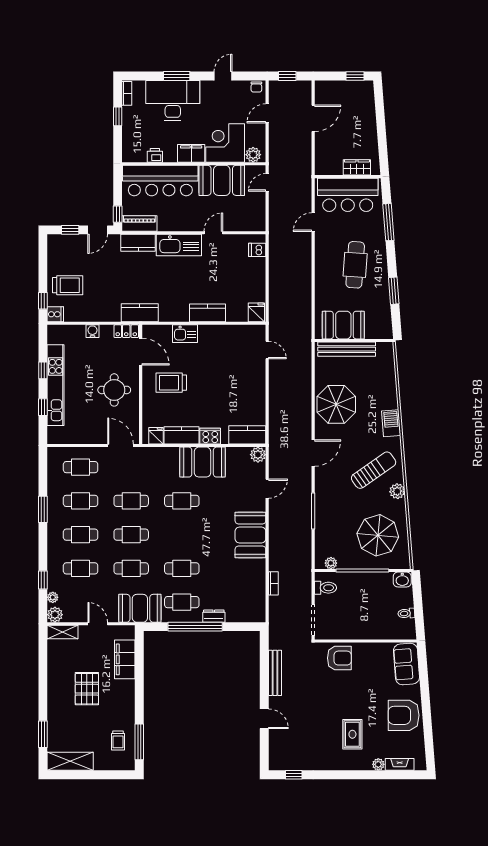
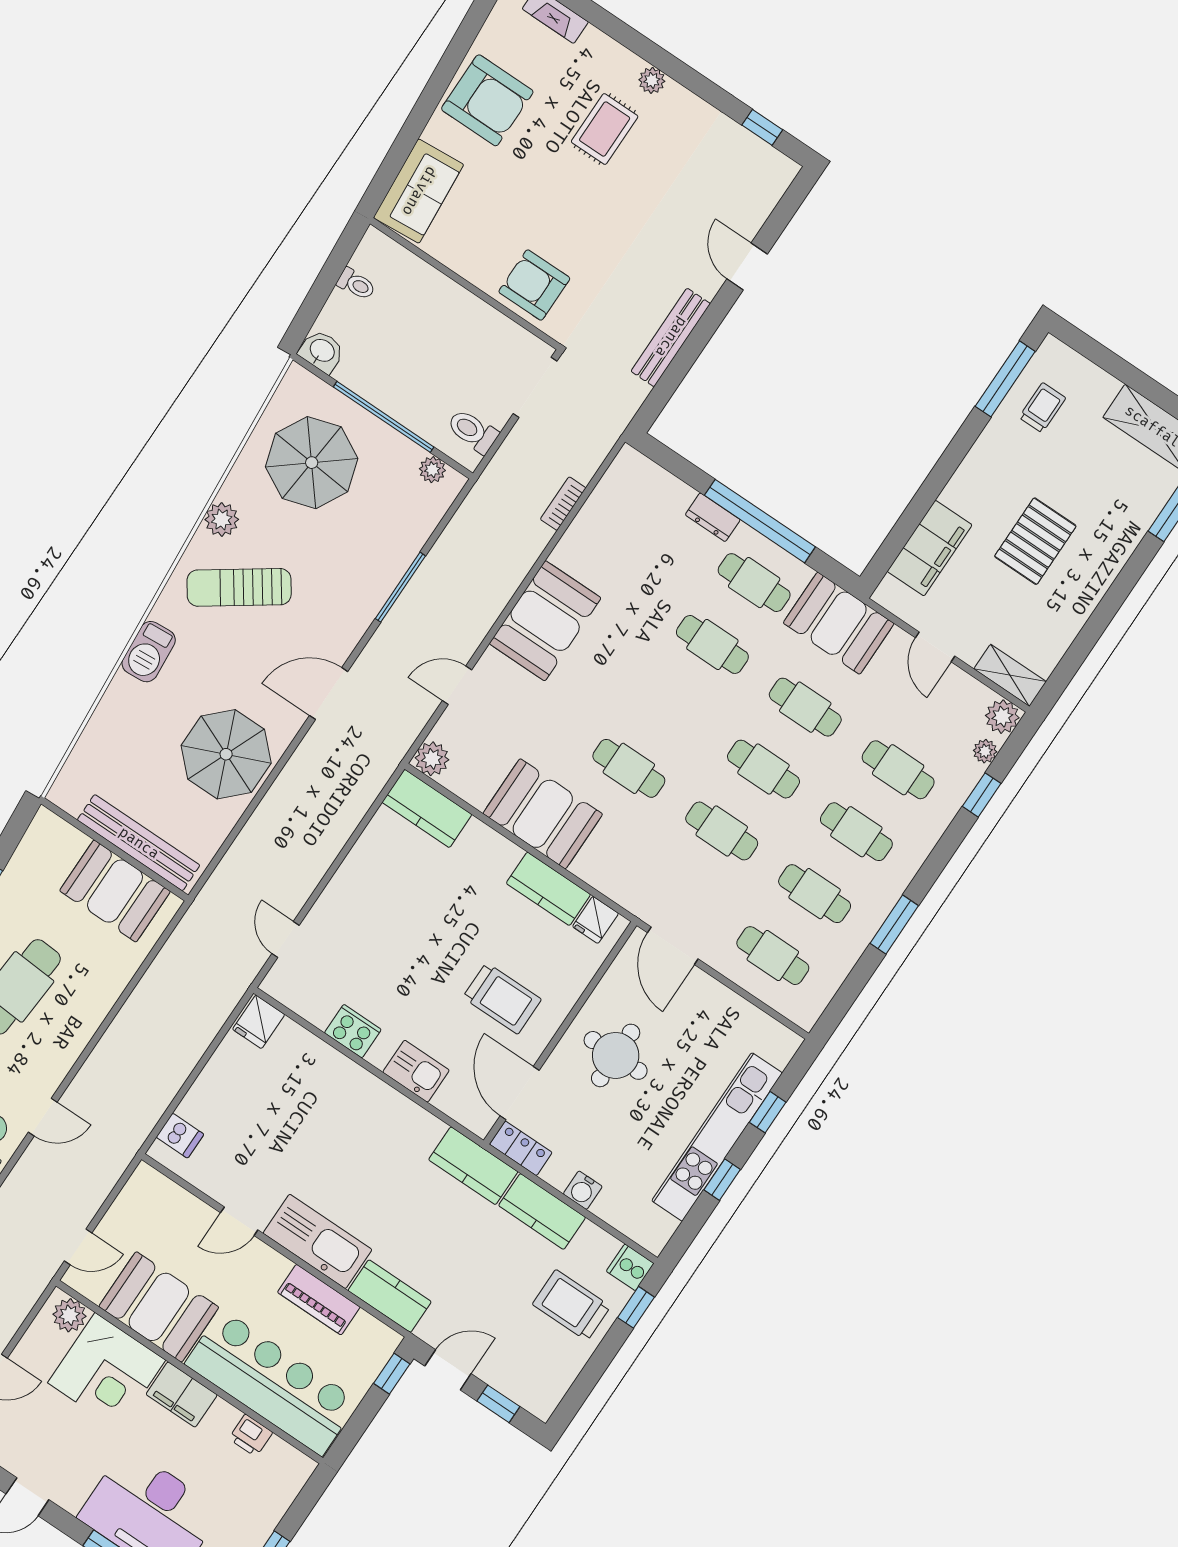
piano: (139, 223) -> (319, 1300), moved
kitchen counter: (208, 313) -> (542, 1211), moved
cooker: (210, 436) -> (353, 1031), moved, turned 180
plant: (378, 764) -> (652, 80), moved

